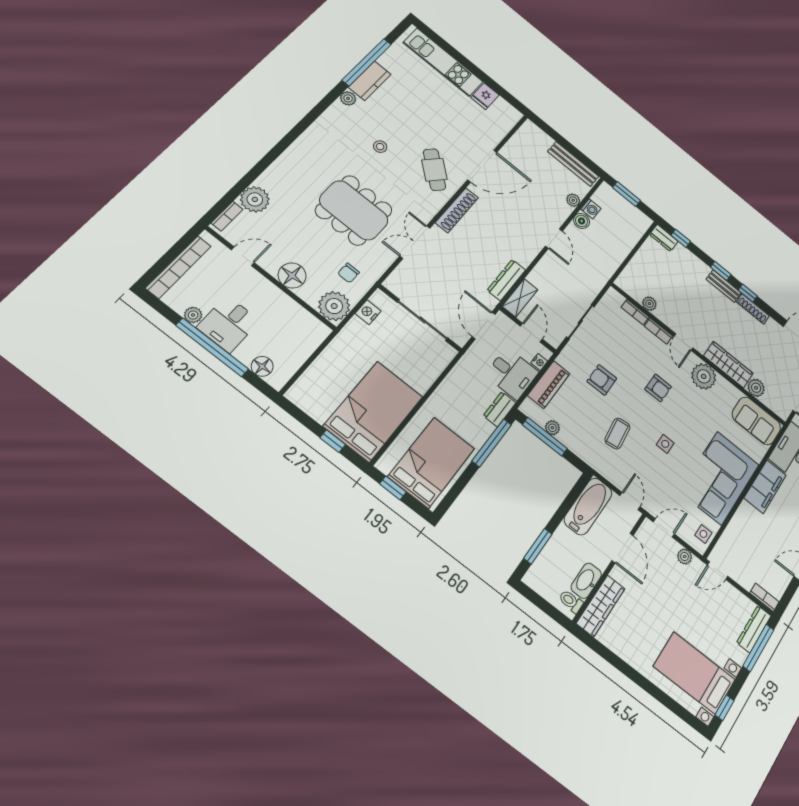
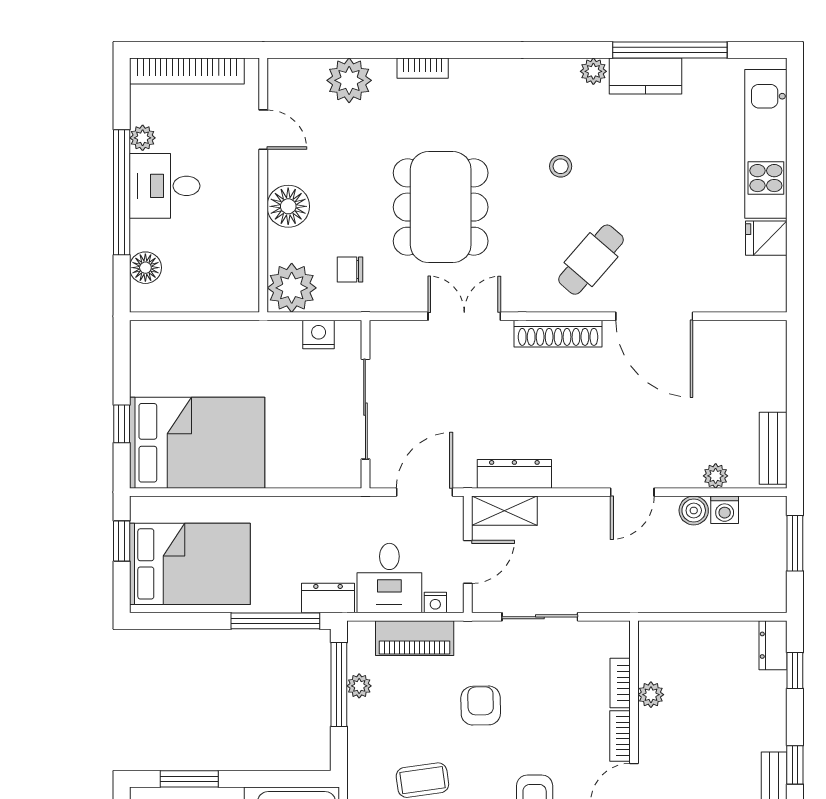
bench: (573, 164) -> (773, 448), width x0.73
bookcase: (227, 216) -> (423, 68), moved

